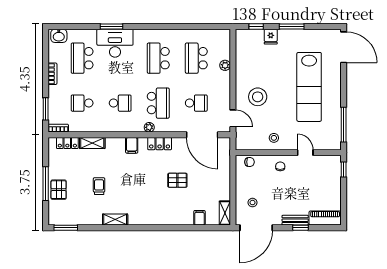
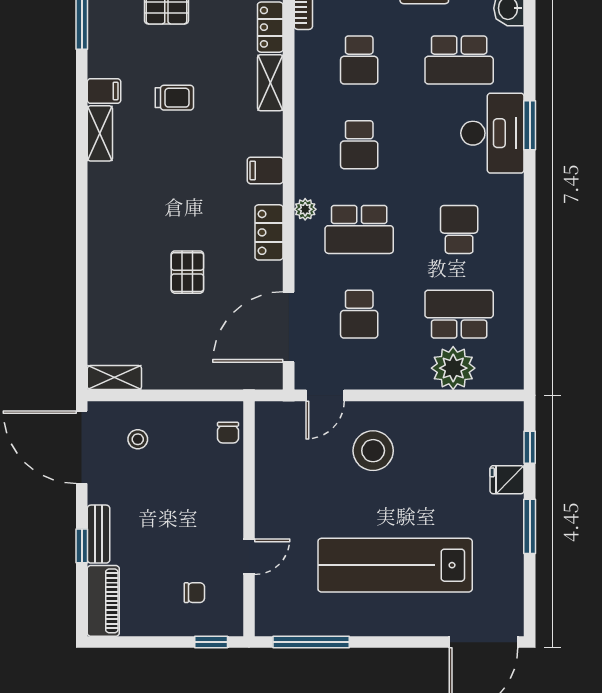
school desk: (82, 58) -> (459, 60), turned 180
school desk: (158, 58) -> (459, 229), width x0.54
plant: (225, 65) -> (453, 368), width x1.88, depth x1.88
school desk: (82, 103) -> (359, 60), turned 180
stool: (274, 138) -> (282, 487), removed
chair: (280, 166) -> (194, 593), moved
filing cabinet: (199, 218) -> (104, 91), moved

